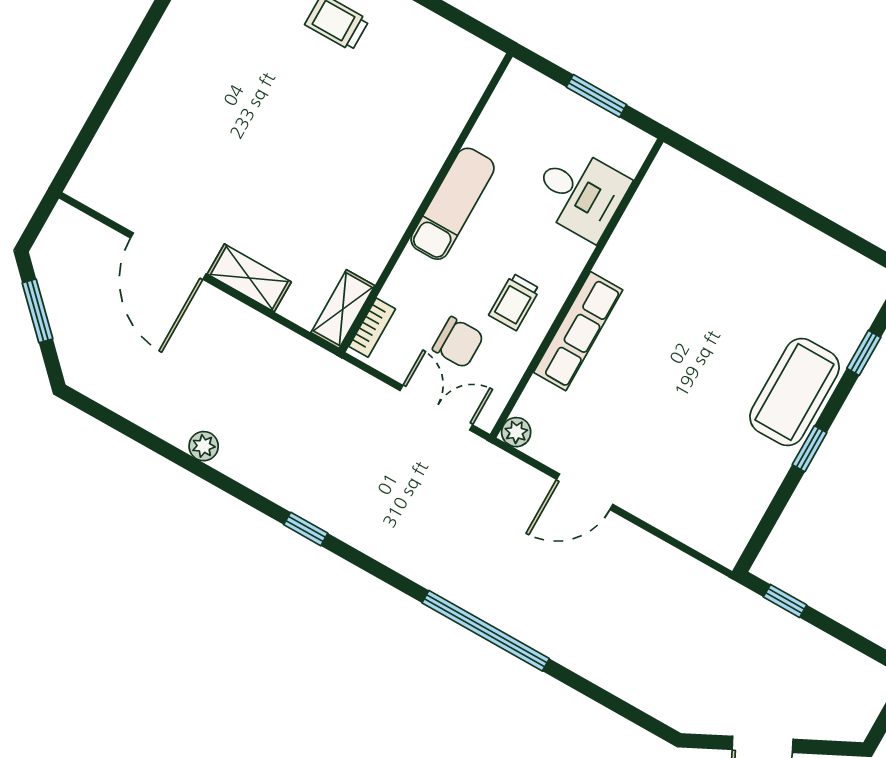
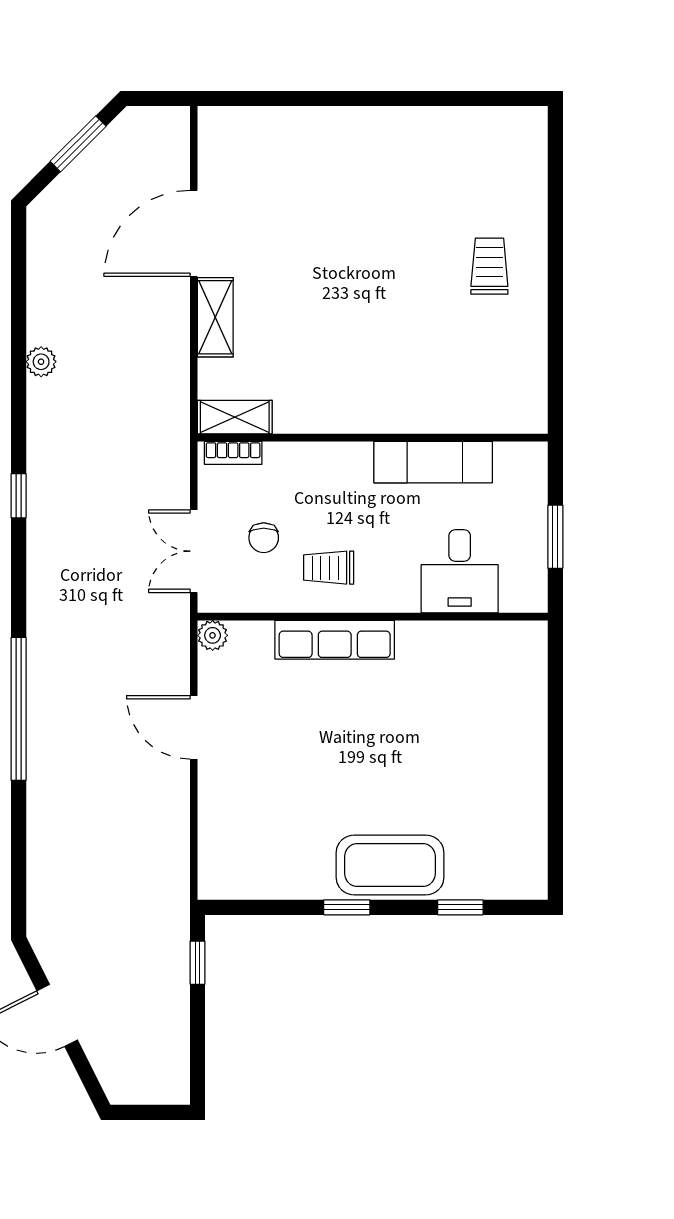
exam couch: (453, 204) -> (433, 462), moved
chair: (458, 342) -> (264, 538), width x0.73, depth x0.73
double door: (436, 408) -> (194, 551), swing flipped

